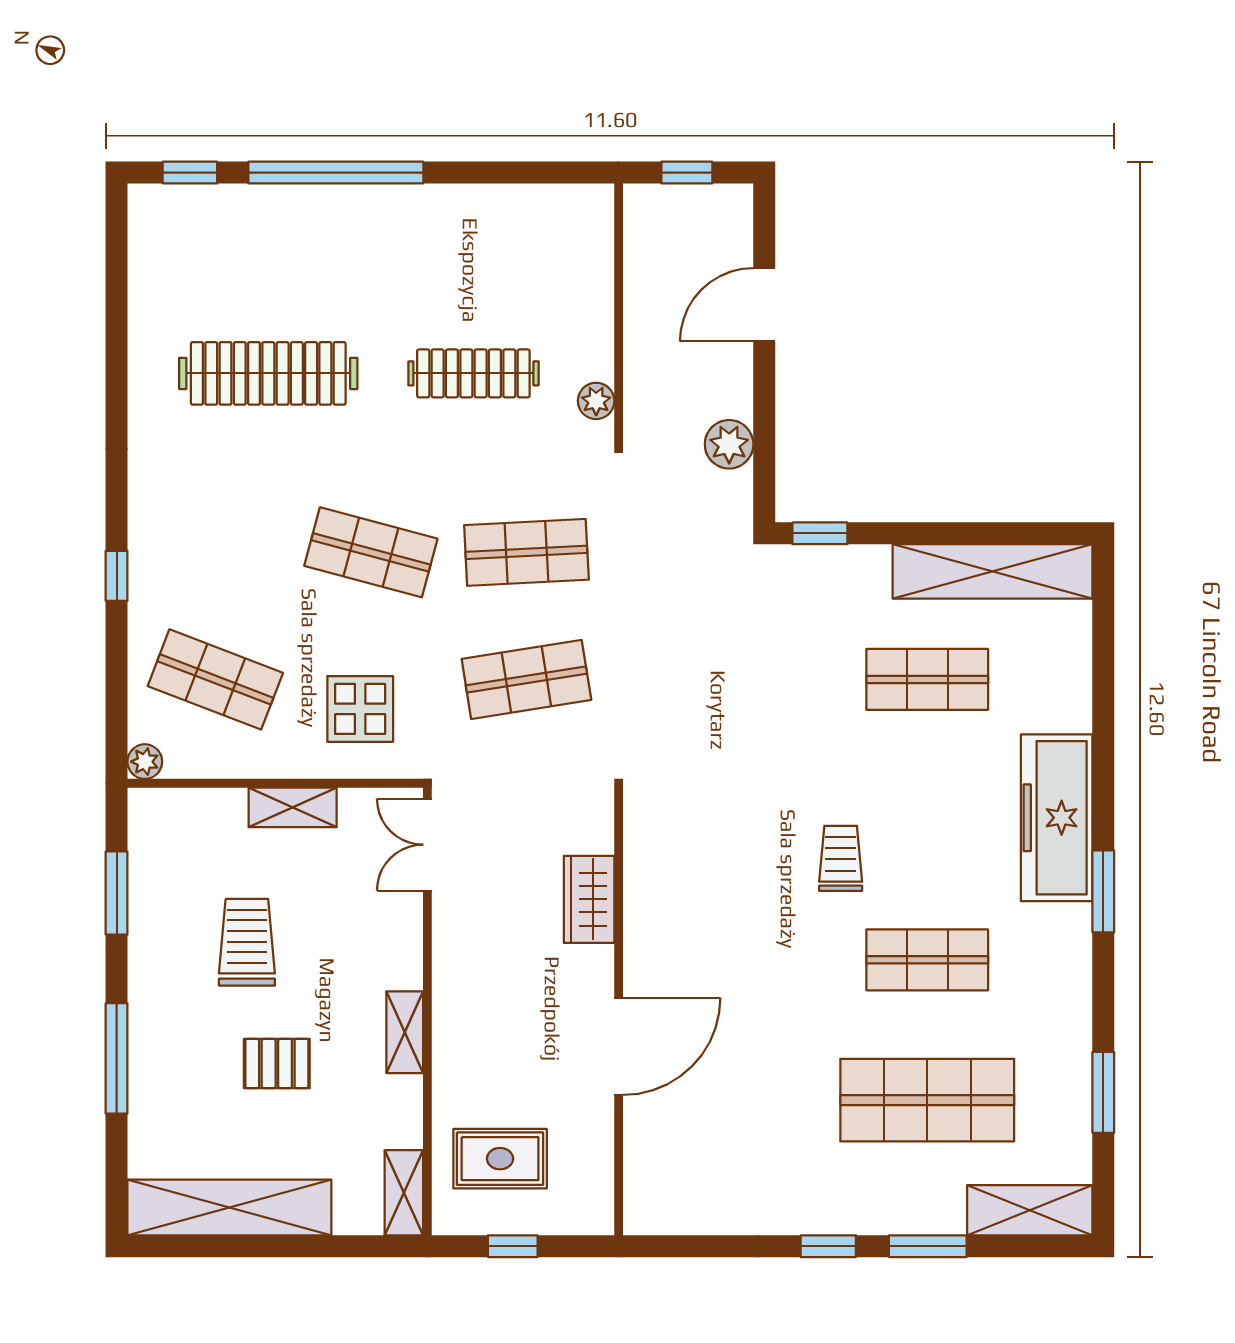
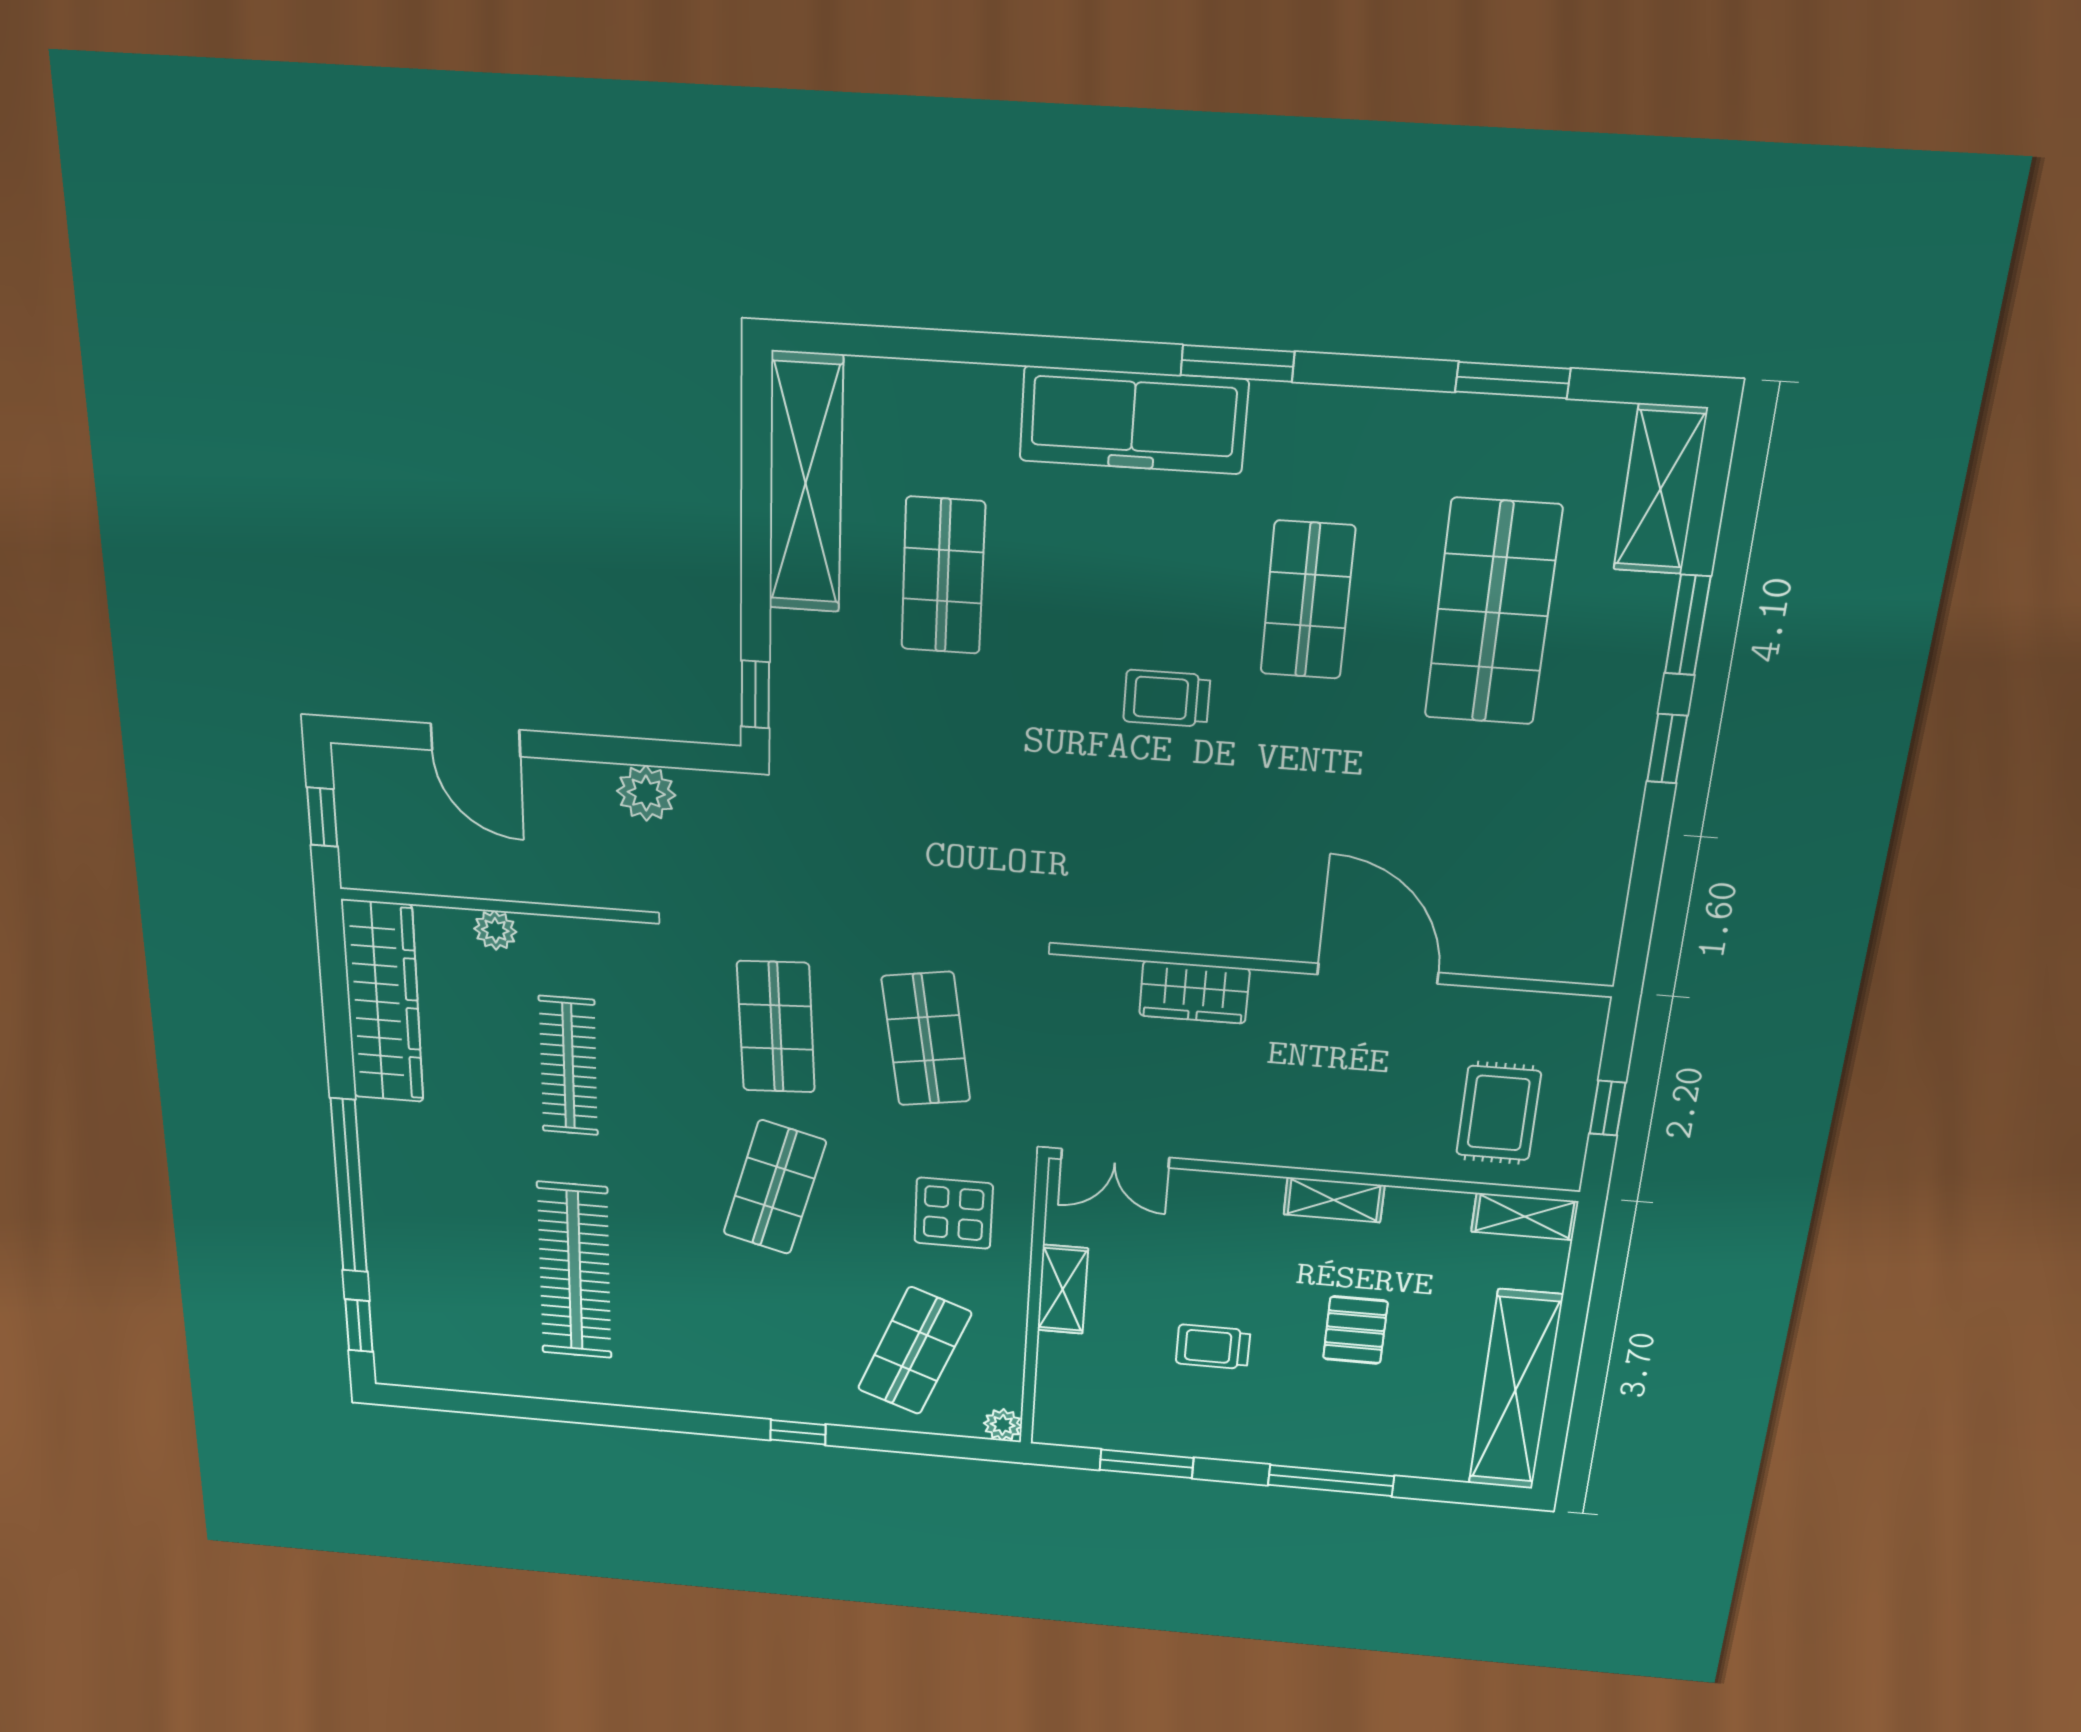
wardrobe: (521, 214) -> (383, 1002), added
plant: (596, 401) -> (495, 930), moved
trolley: (247, 942) -> (1213, 1347), width x0.73, depth x0.72

